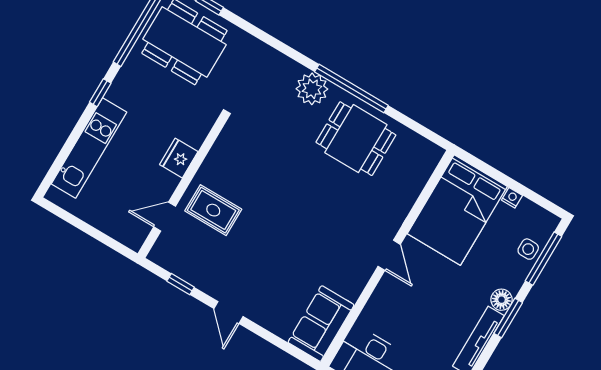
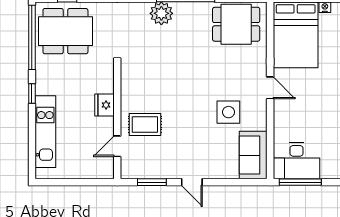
dining table: (356, 139) -> (236, 24), moved
side table: (322, 255) -> (228, 112), added
window: (181, 284) -> (152, 182), width x1.50

